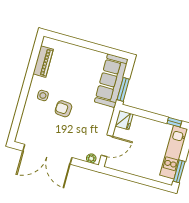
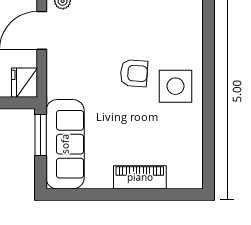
piano: (43, 62) -> (140, 177), moved, turned 90
side table: (43, 95) -> (176, 86), width x1.87, depth x1.87

